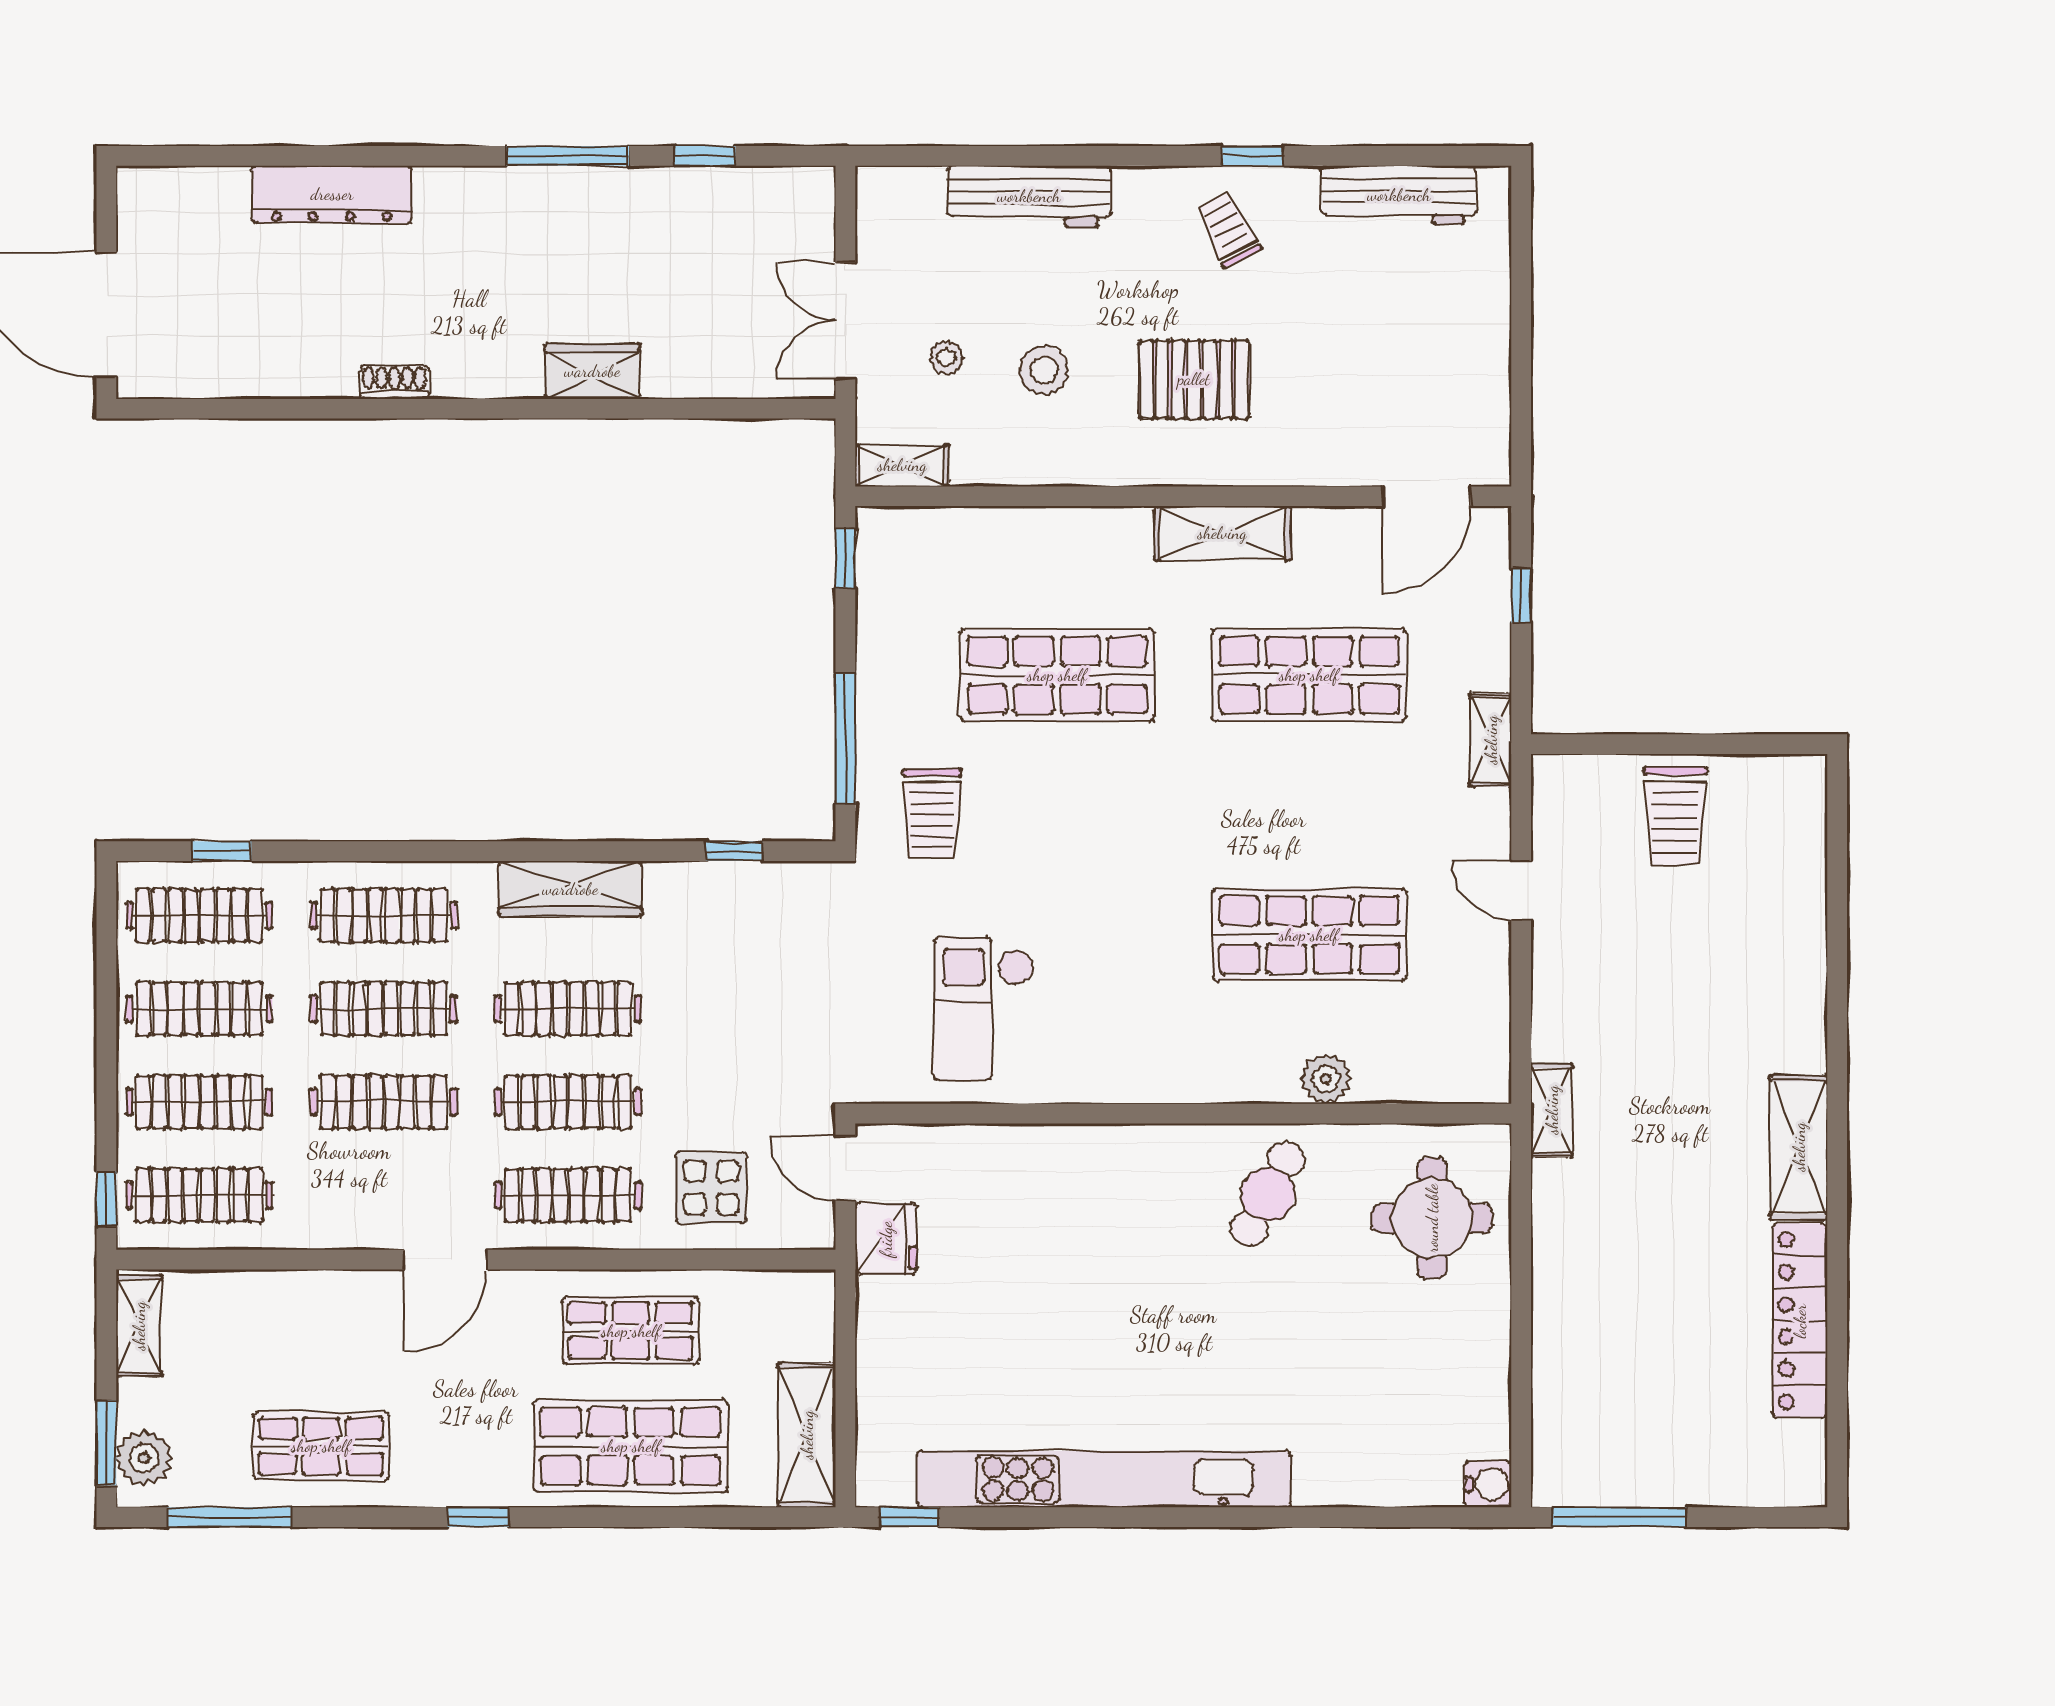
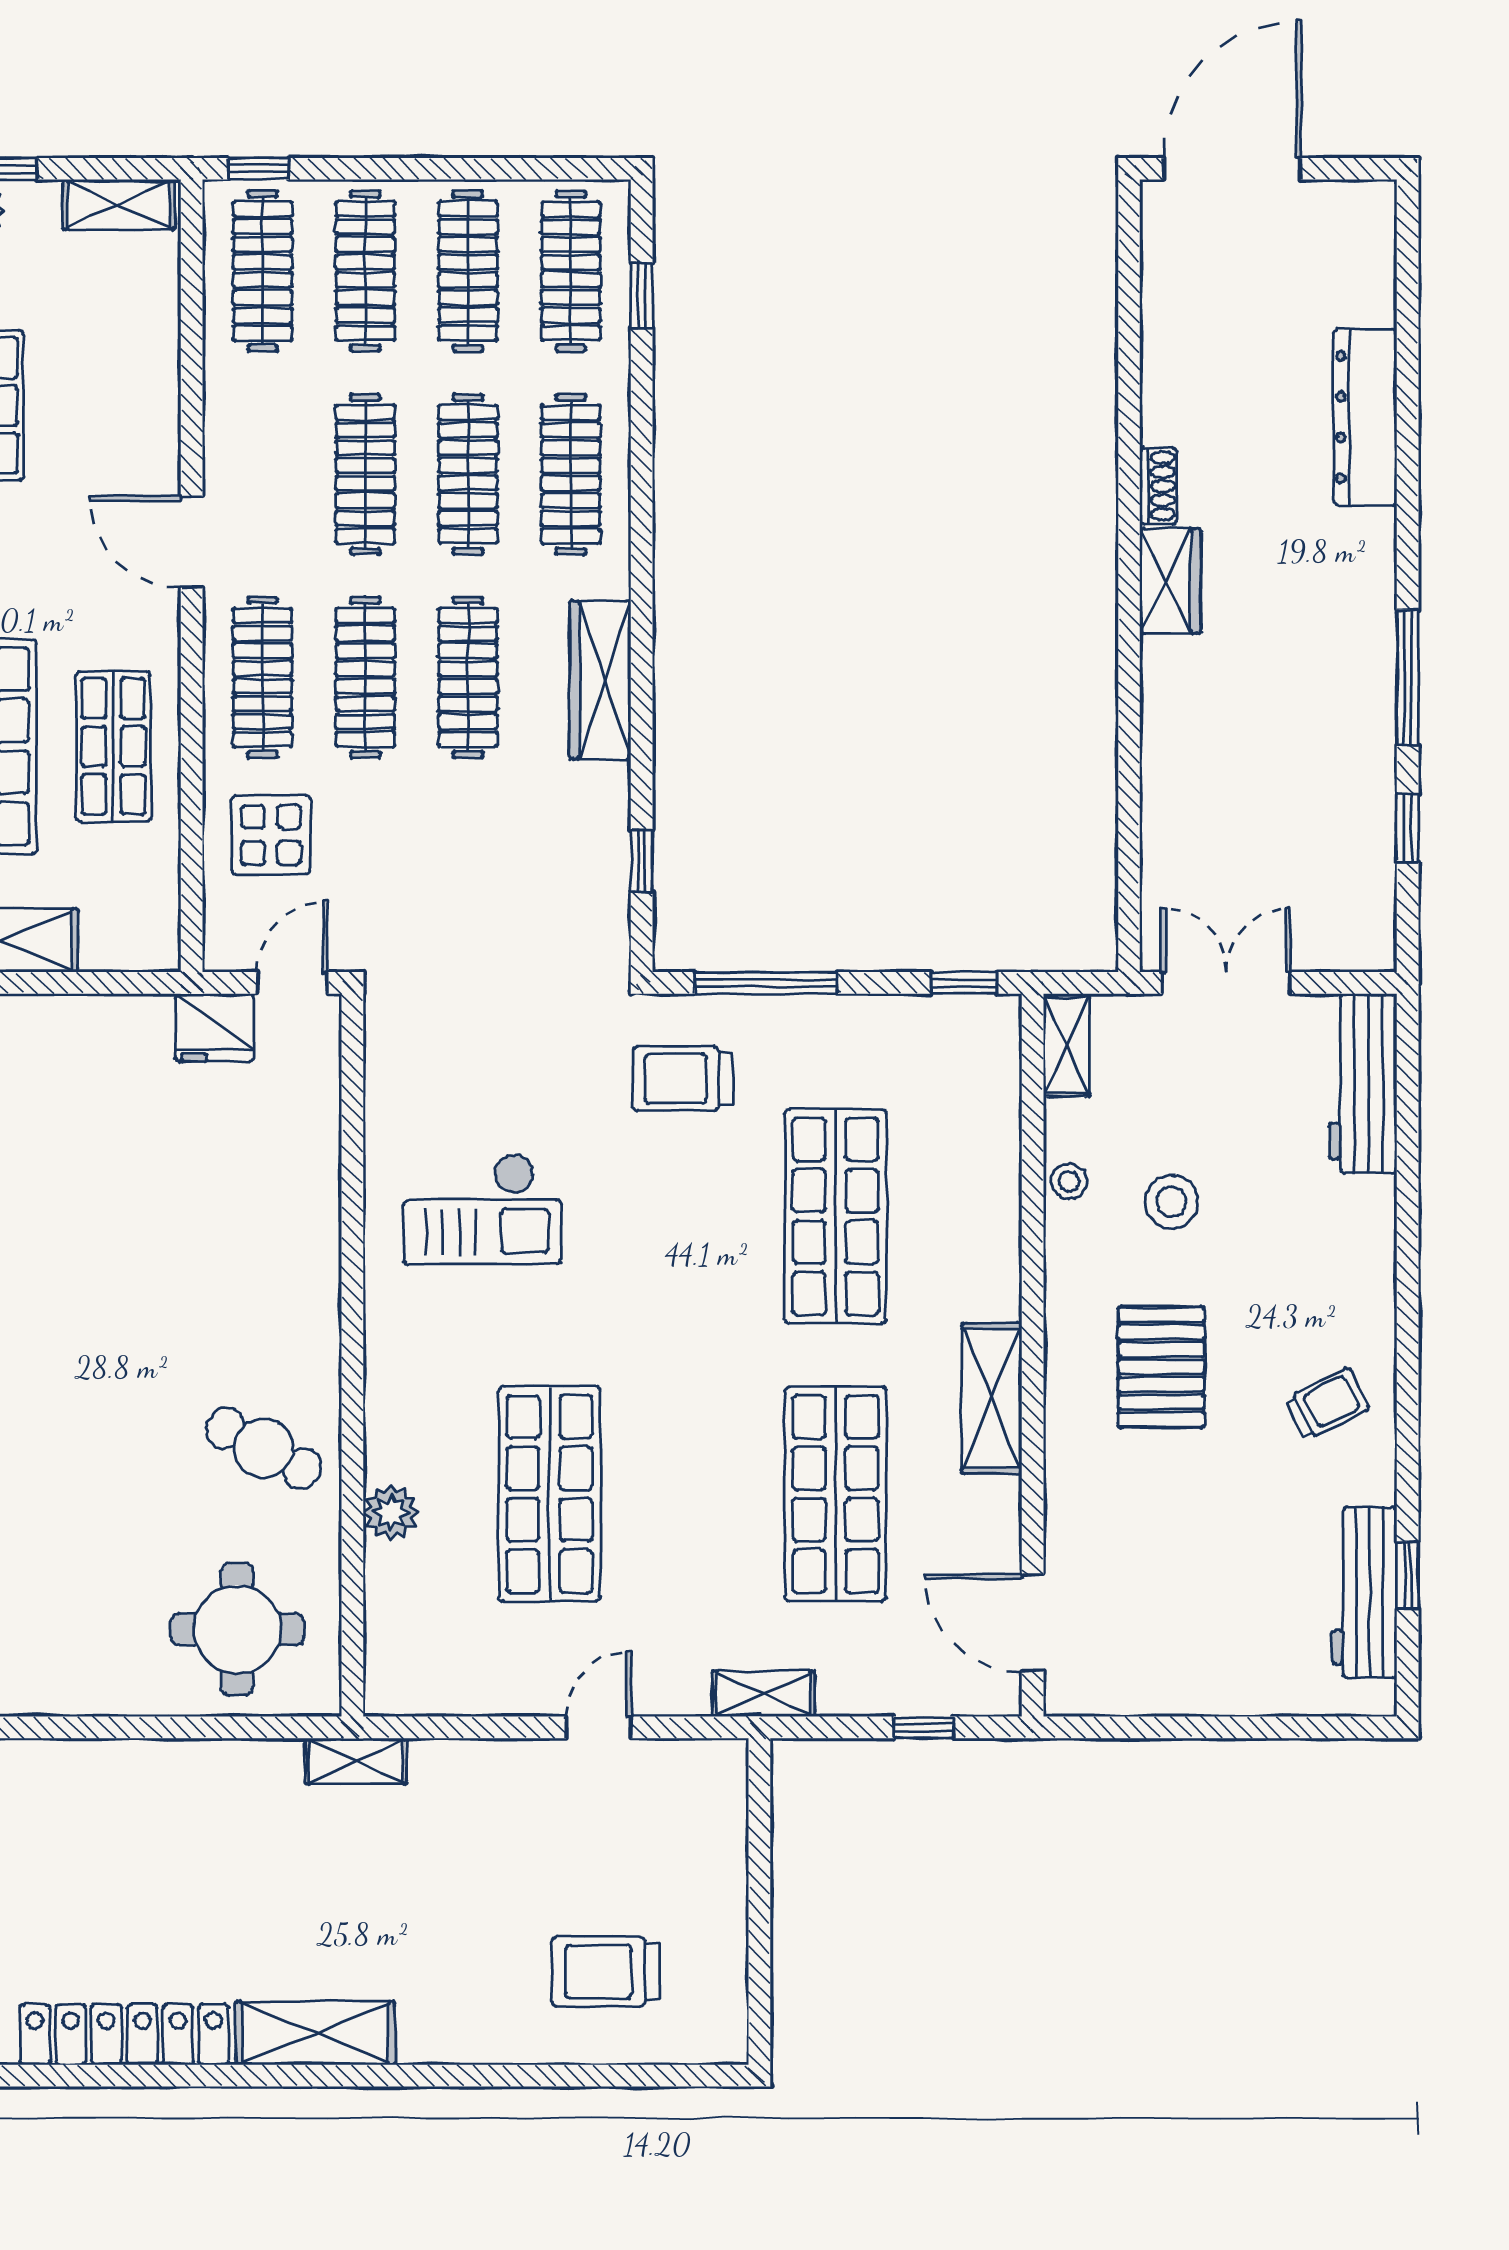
window: (1252, 156) -> (1408, 1575), moved
workbench: (1029, 196) -> (1363, 1083), moved
stool: (946, 358) -> (1069, 1181), moved
wardrobe: (592, 371) -> (1170, 581), moved
trolley: (1675, 816) -> (606, 1972), moved
checkout: (984, 1009) -> (482, 1209), moved, turned 180

